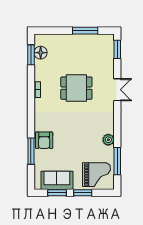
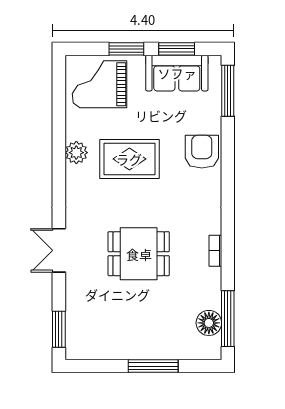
window: (85, 31) -> (153, 366), moved
window: (31, 55) -> (228, 319), width x1.44
rug: (81, 136) -> (129, 159), added
window: (31, 151) -> (228, 91), moved
window: (117, 161) -> (59, 111), removed

